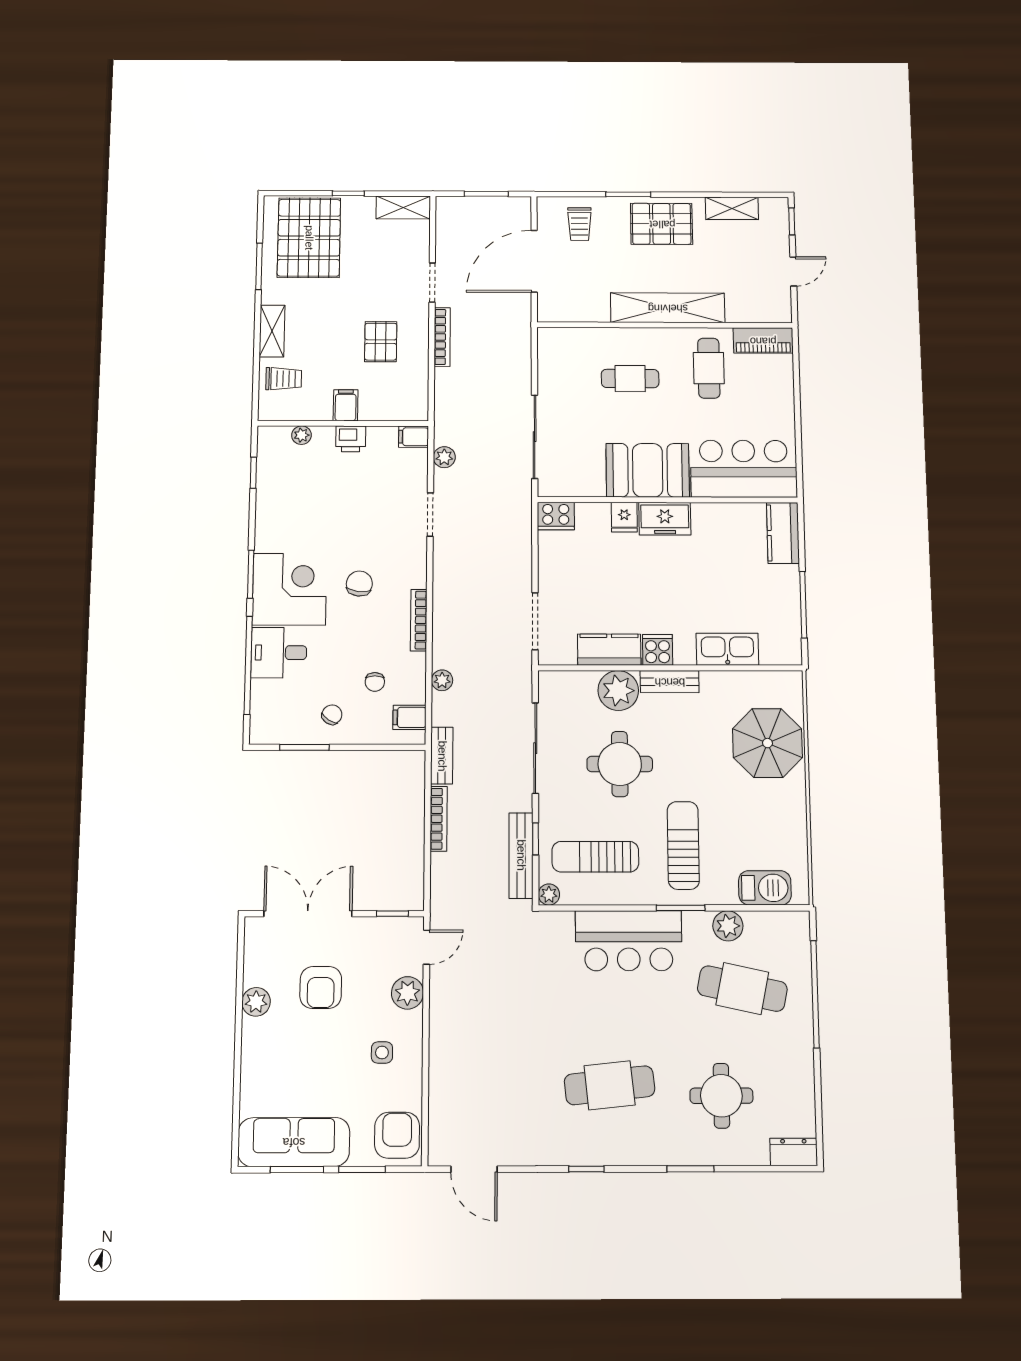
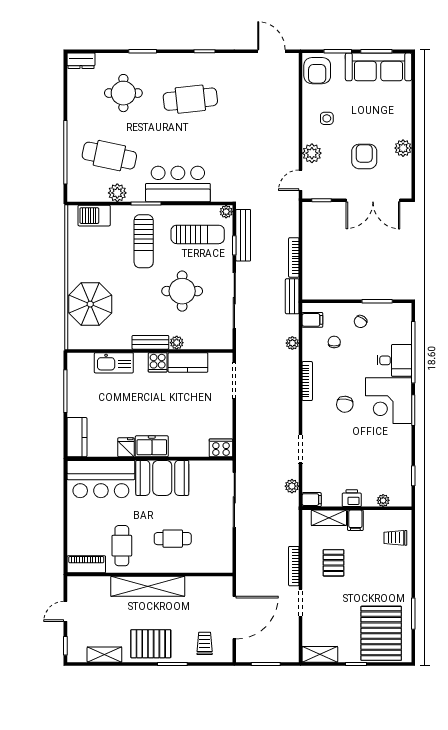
shelving: (272, 331) -> (329, 518), moved, turned 90
fridge: (624, 517) -> (126, 447), moved
plant: (618, 691) -> (177, 343), width x0.53, depth x0.53

